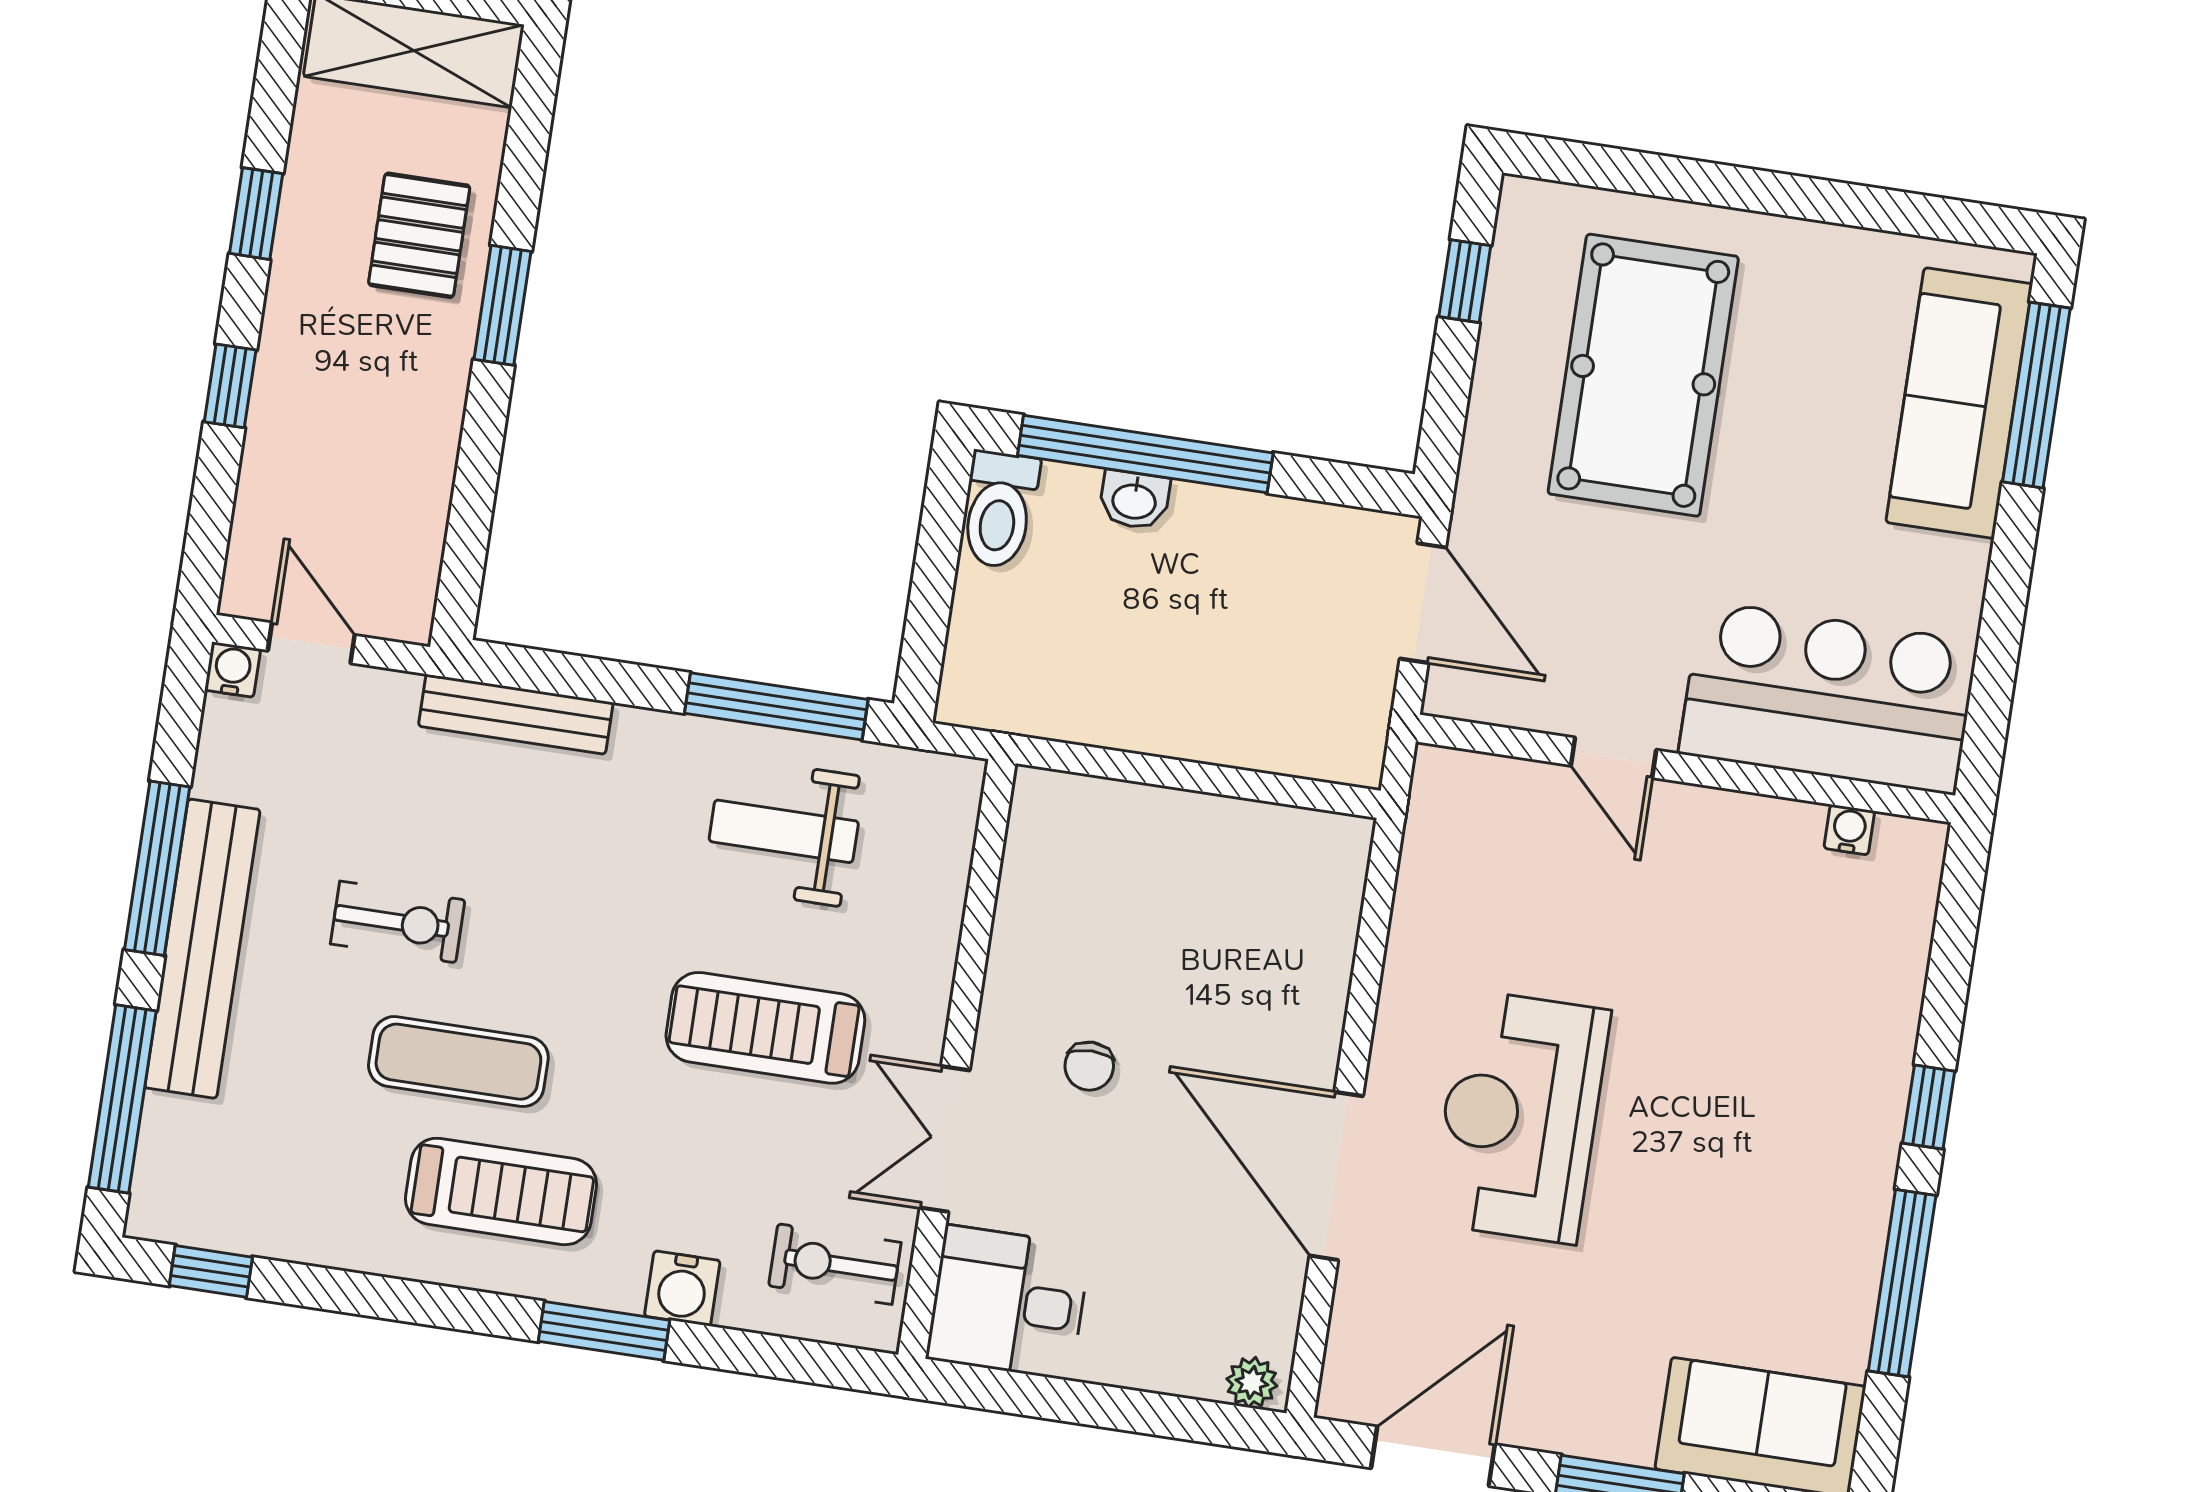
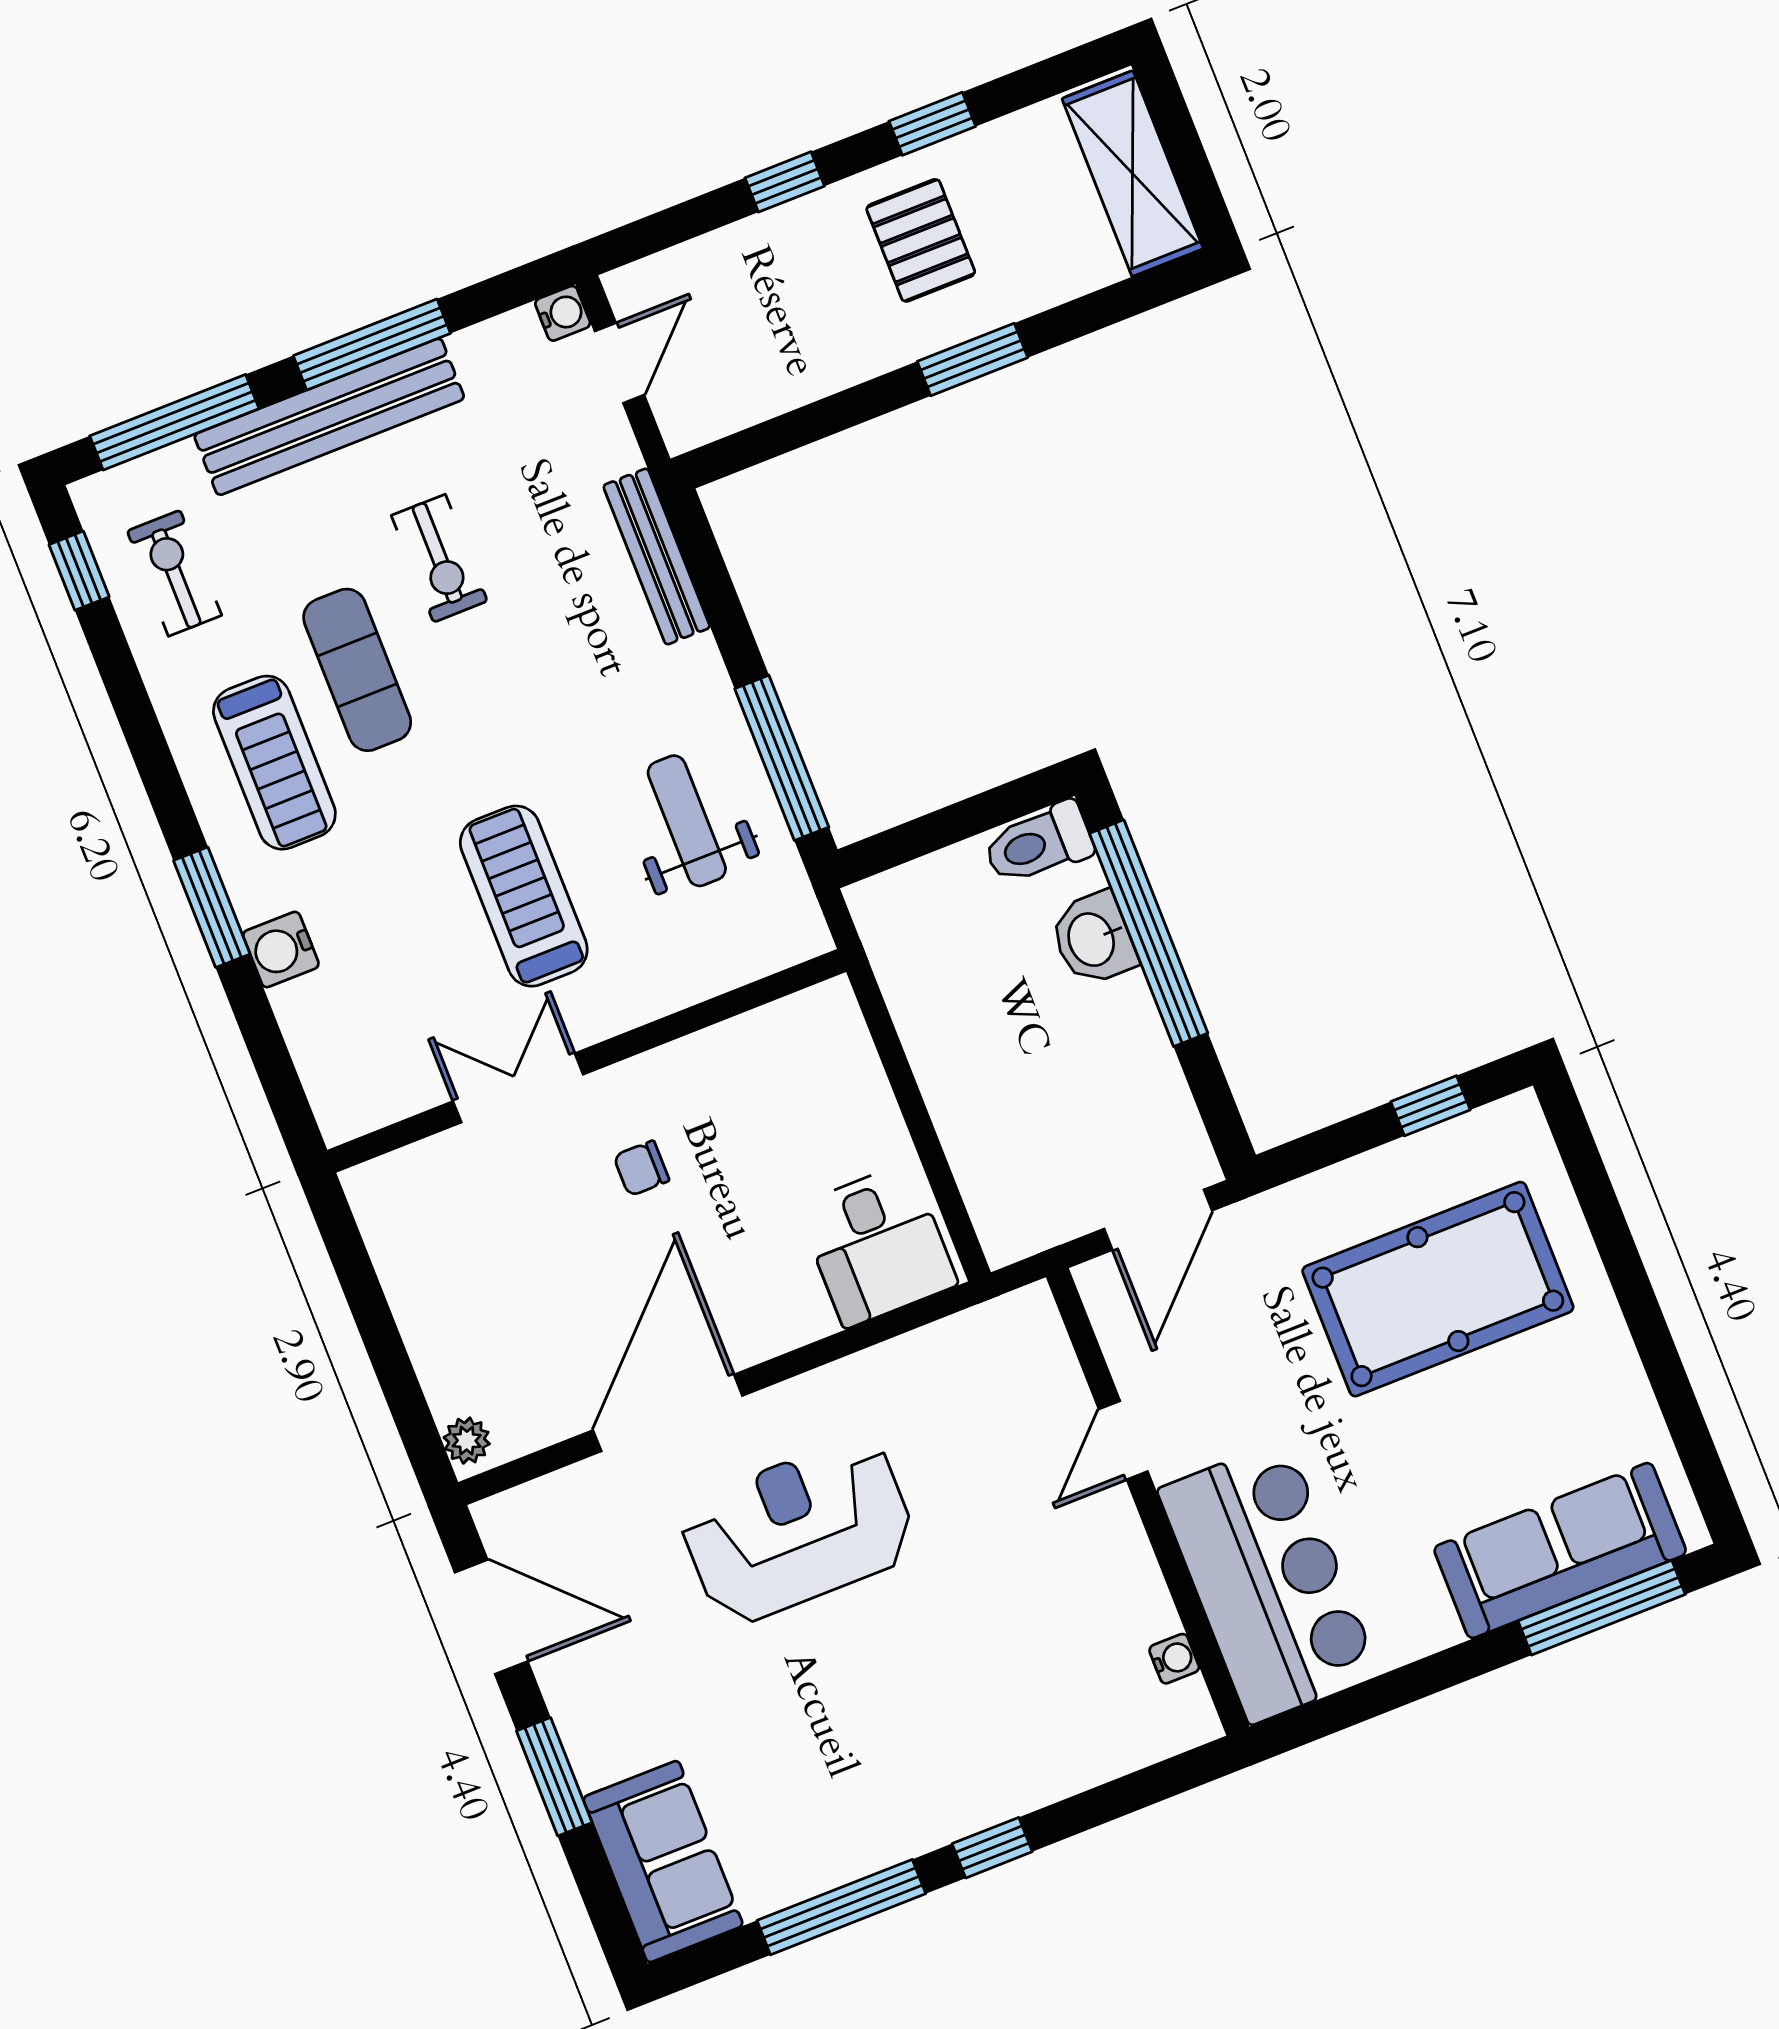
pallet: (419, 235) -> (921, 240), moved, turned 90
washbasin: (1134, 500) -> (1093, 939), width x1.38, depth x1.45
exercise bike: (835, 1264) -> (174, 573), moved
desk: (1008, 1302) -> (877, 1245), moved, turned 180

